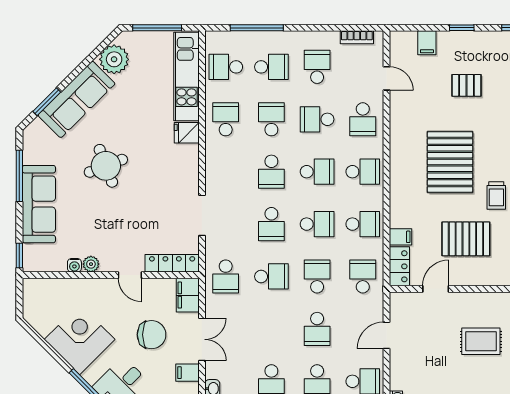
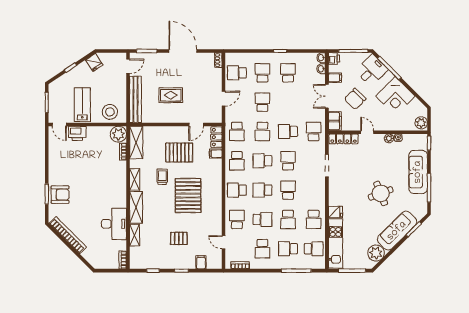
school desk: (363, 224) -> (237, 161), turned -90
plant: (33, 292) -> (421, 123), added
chair: (151, 335) -> (355, 99), turned -46

